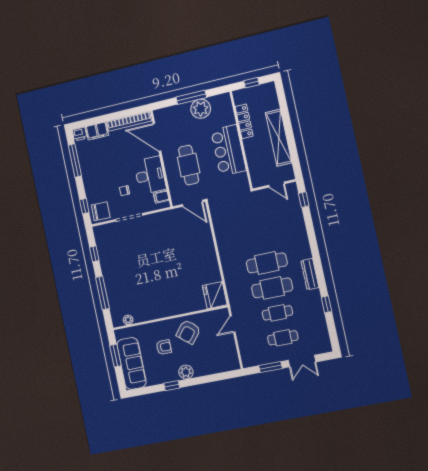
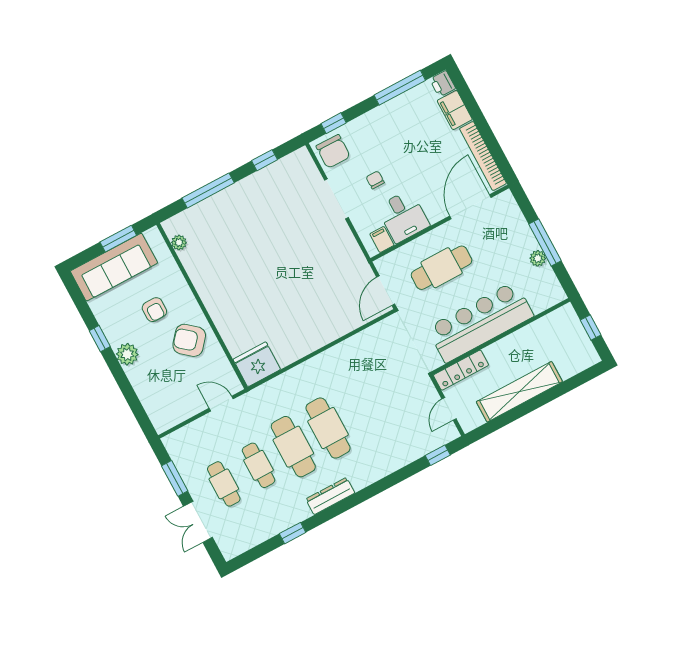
plant: (201, 109) -> (538, 258), width x0.53, depth x0.53
locker: (244, 121) -> (461, 370), moved
bar counter: (228, 150) -> (480, 322), width x1.36
desk: (150, 175) -> (403, 216), width x0.73

